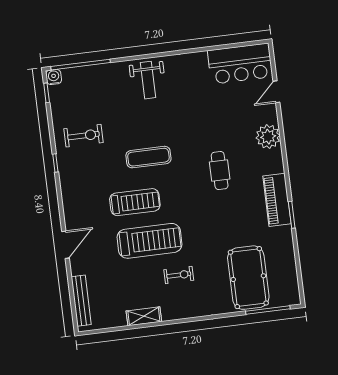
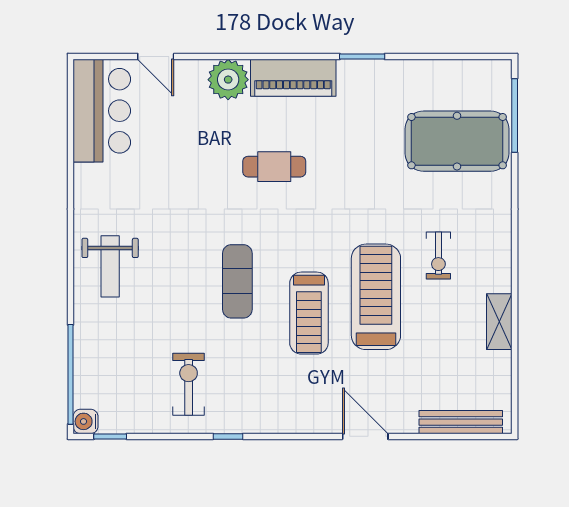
weight bench: (148, 80) -> (110, 266), turned 90
piano: (277, 200) -> (293, 78), moved
treadmill: (135, 202) -> (309, 313), turned 180
exercise bike: (179, 275) -> (438, 256), turned 180

